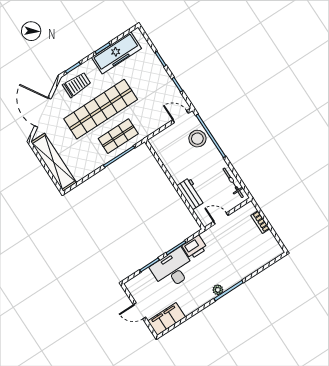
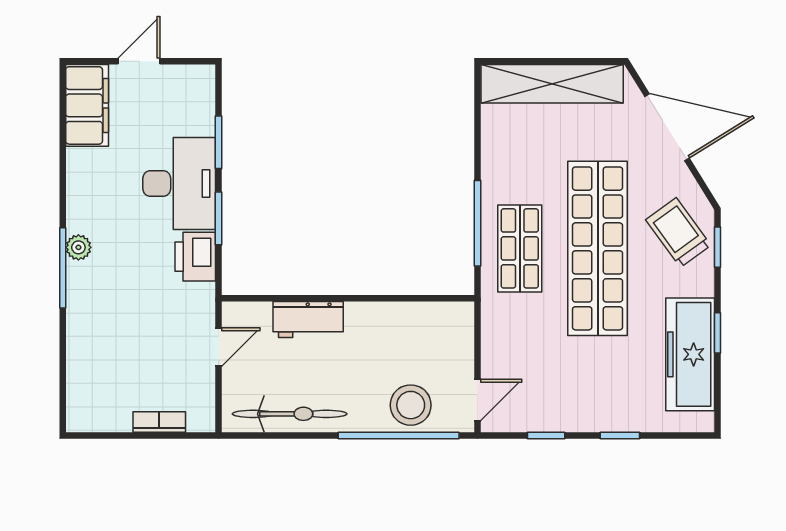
trolley: (77, 85) -> (678, 233), turned 144
bicycle: (233, 183) -> (290, 414), width x1.37, depth x1.40

